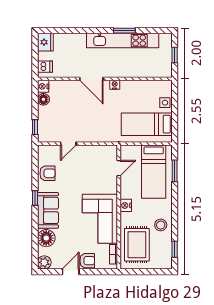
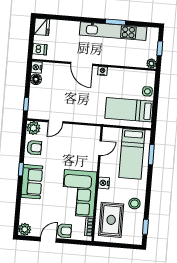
plant: (167, 72) -> (151, 63), added
plant: (45, 152) -> (33, 128), added
floor lamp: (46, 238) -> (28, 207), removed

